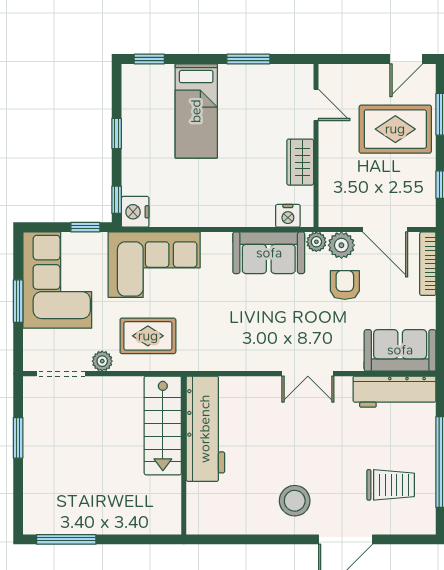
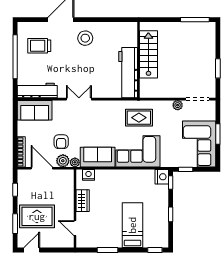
corner sofa: (154, 265) -> (138, 151), moved
rug: (148, 336) -> (139, 118), moved
stairs: (163, 425) -> (148, 54), moved

